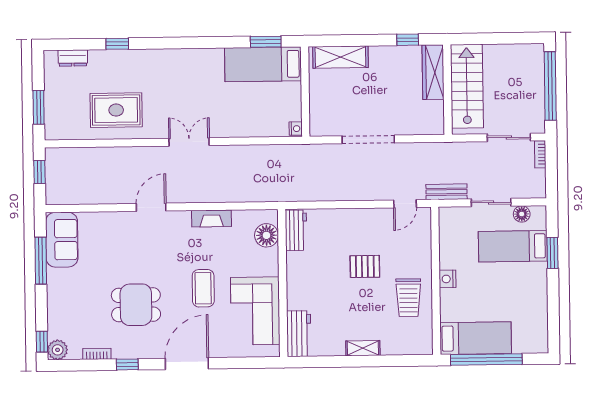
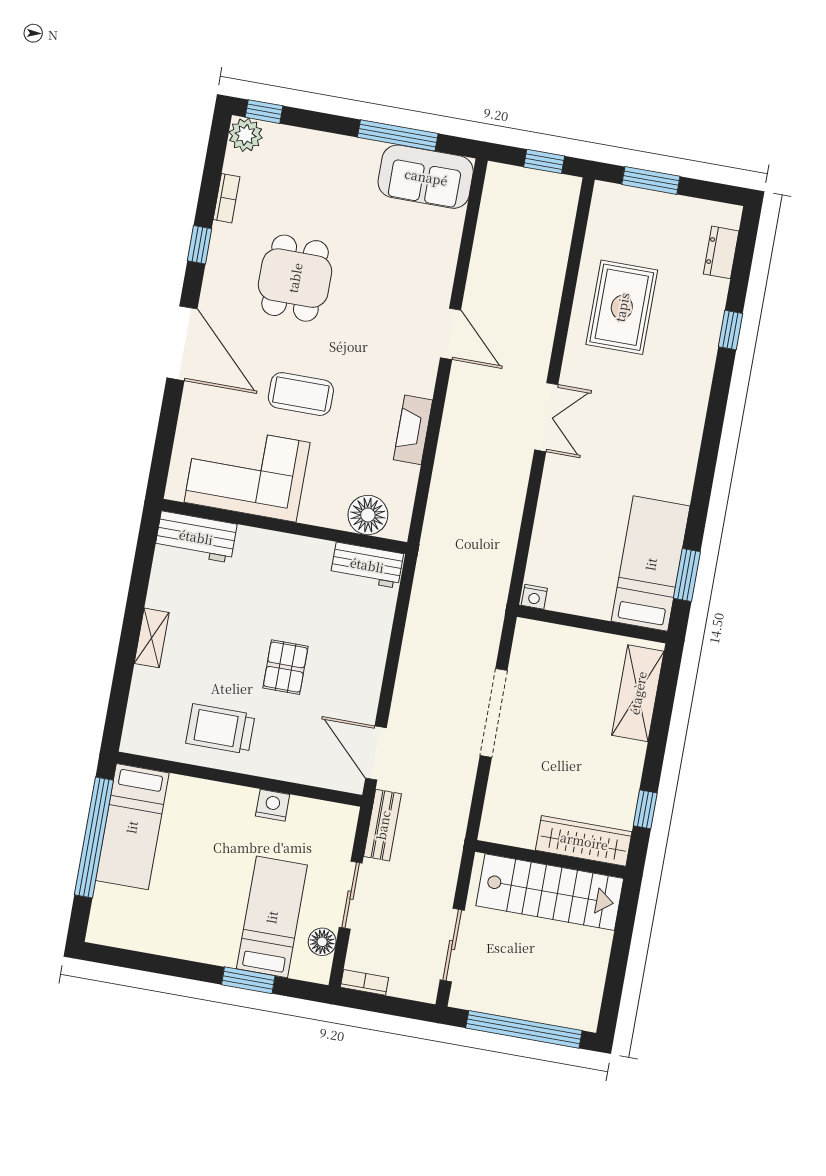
bookcase: (540, 154) -> (365, 982), moved
door: (405, 204) -> (376, 753), width x1.38
nightstand: (448, 279) -> (273, 805), moved

